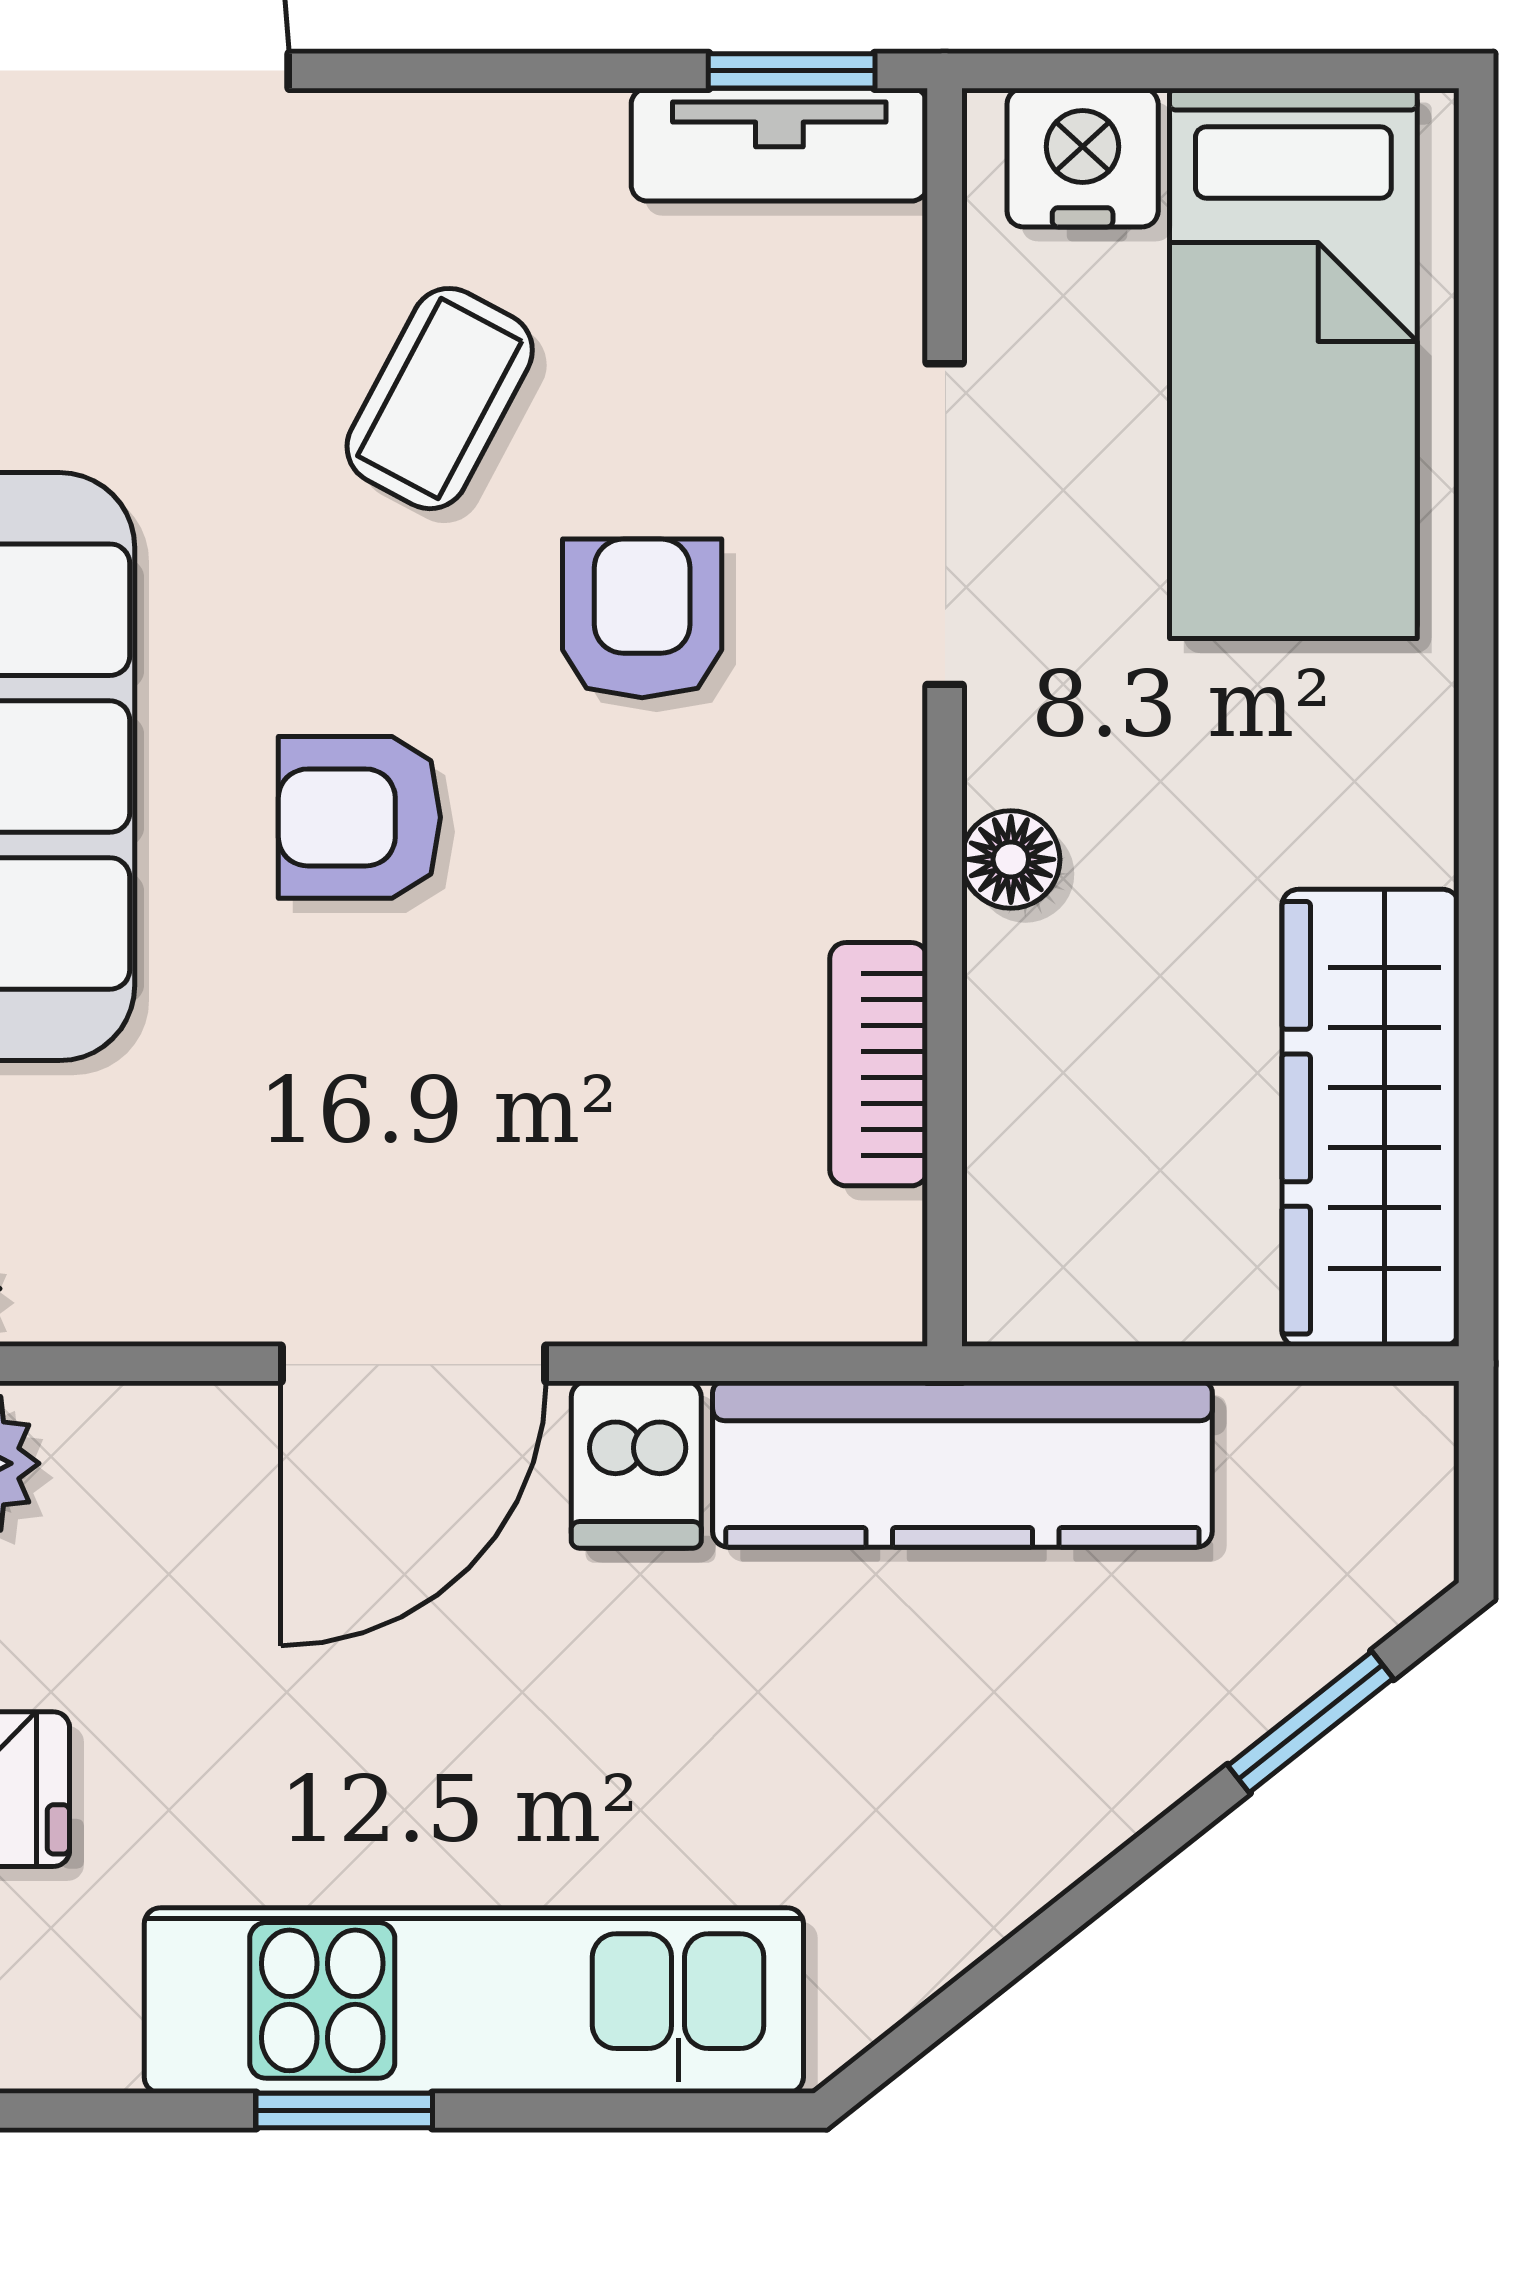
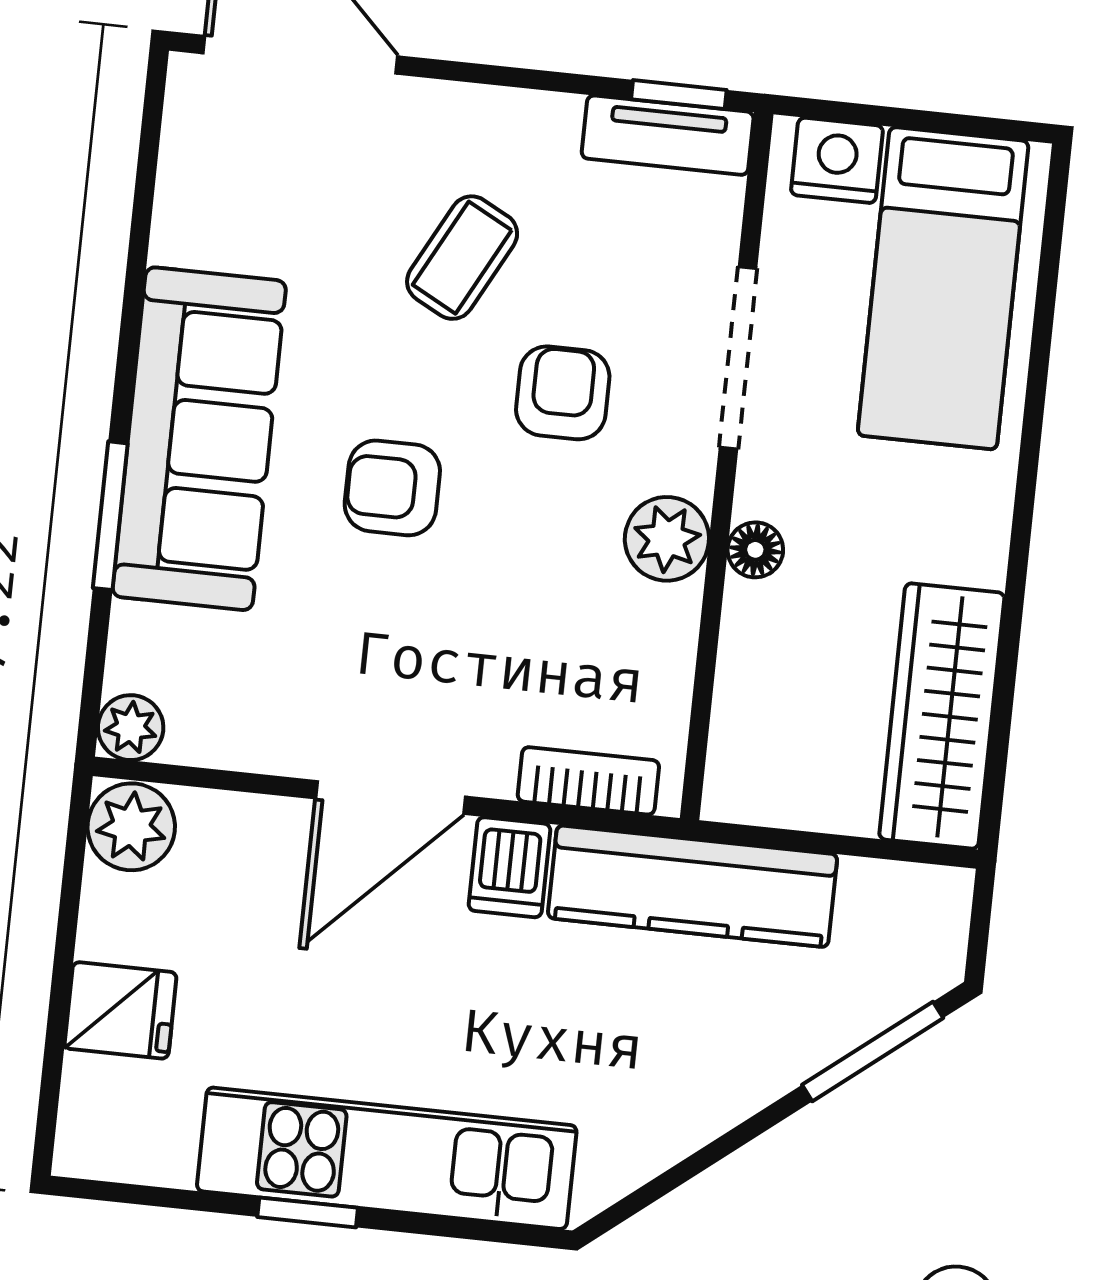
plant: (853, 856) -> (667, 539), added
bookcase: (879, 1064) -> (588, 781), moved, turned 90
window: (1311, 1722) -> (873, 1051), width x1.50

